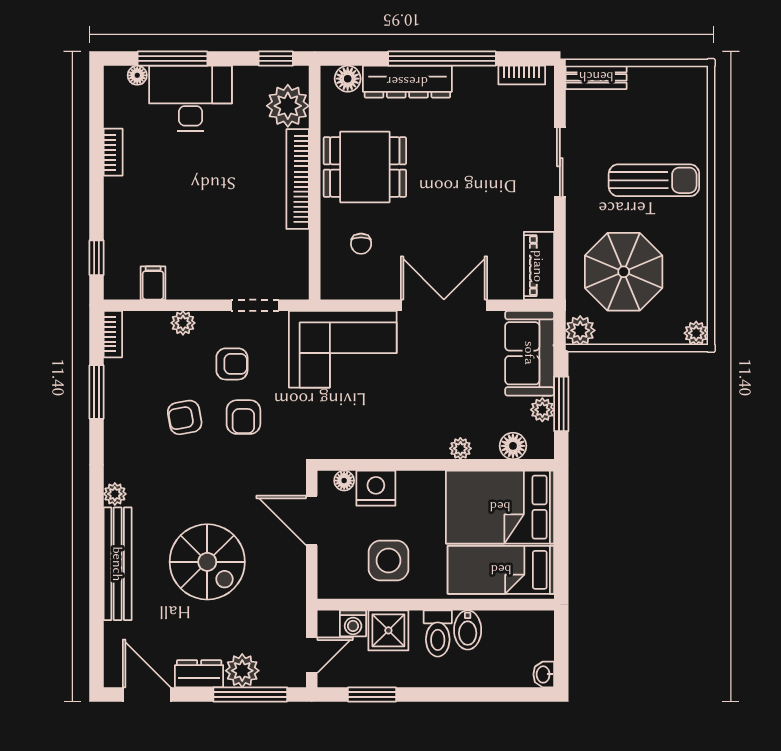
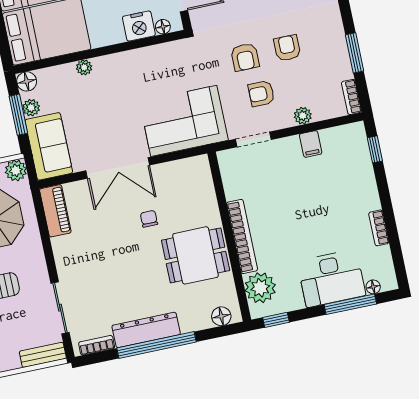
dresser: (407, 82) -> (146, 330), moved
sliding door: (560, 162) -> (60, 308), moved
chair: (361, 244) -> (149, 219), moved
filing cabinet: (153, 283) -> (311, 144), moved
armchair: (185, 417) -> (287, 48), turned -80
armchair: (243, 417) -> (245, 57), turned 180
floor lamp: (513, 446) -> (27, 81), moved

